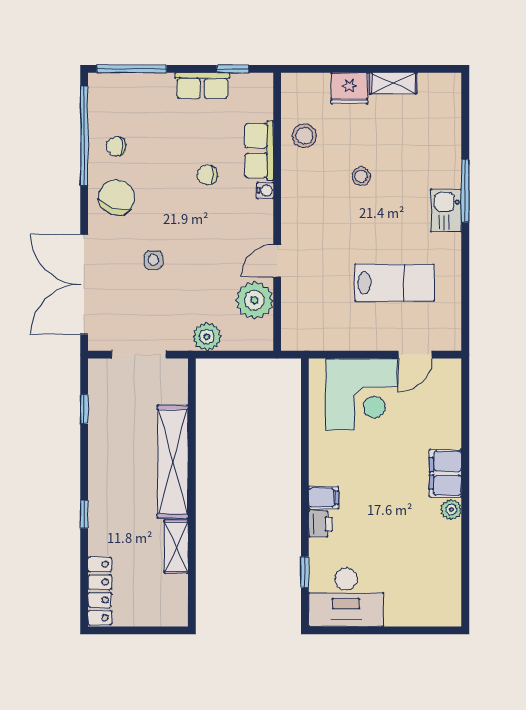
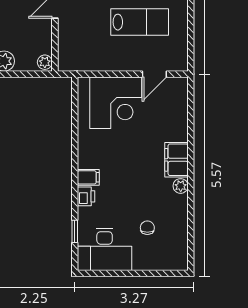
plant: (254, 300) -> (45, 62), moved, width x0.53, depth x0.53
chair: (405, 567) -> (147, 228), added

